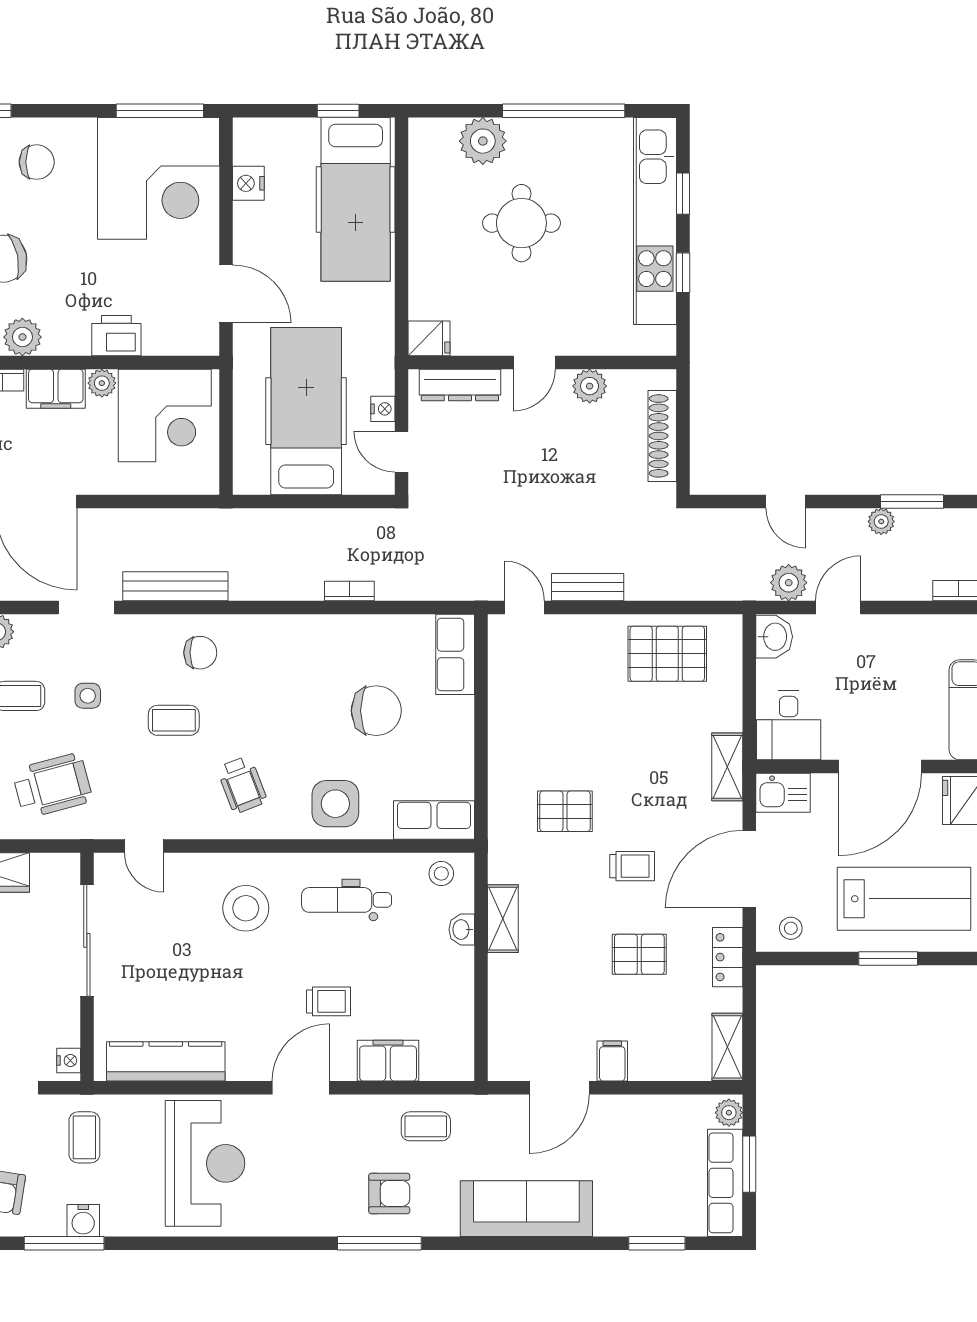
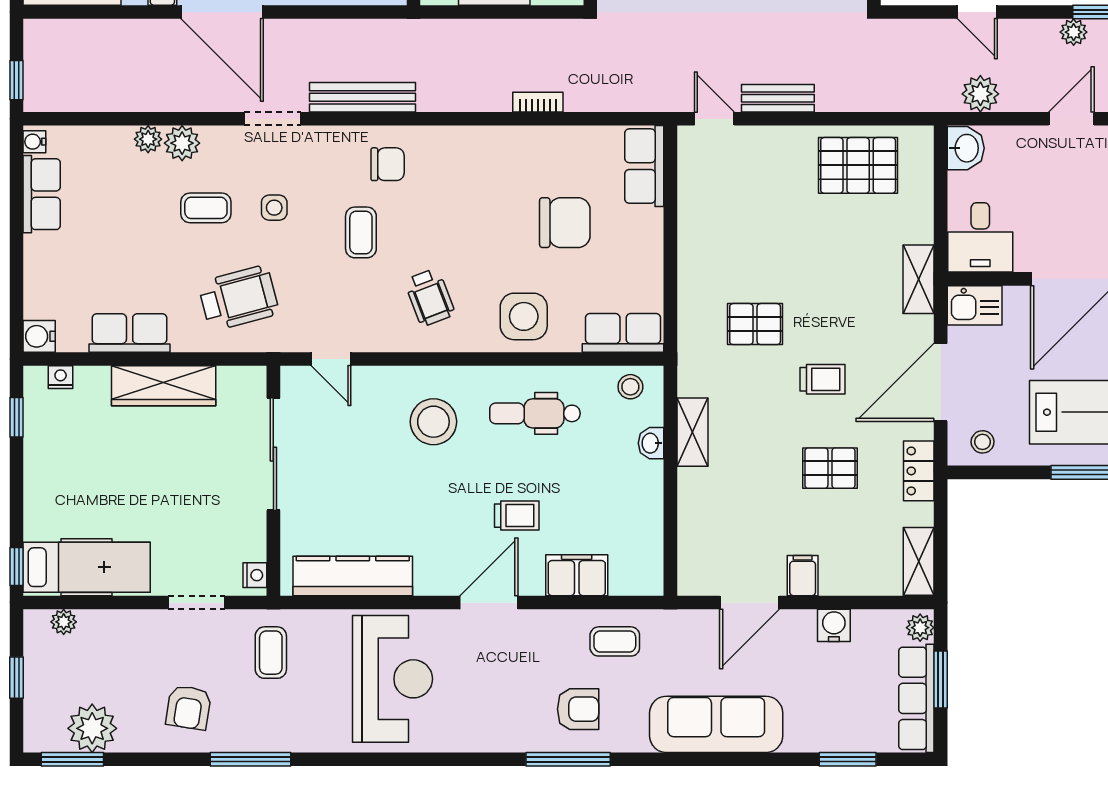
door: (838, 608) -> (1071, 119), moved
coffee table: (174, 720) -> (361, 232), turned 90
water cooler: (83, 1221) -> (834, 625), moved, turned 180

